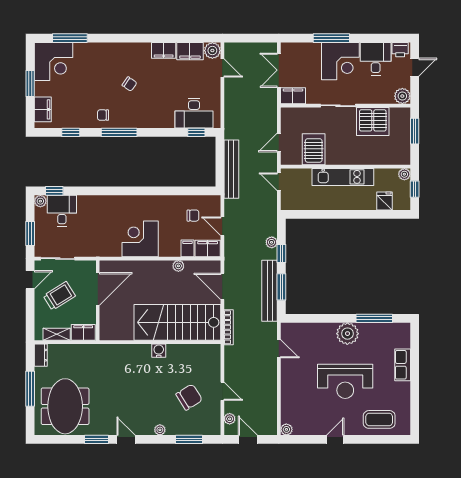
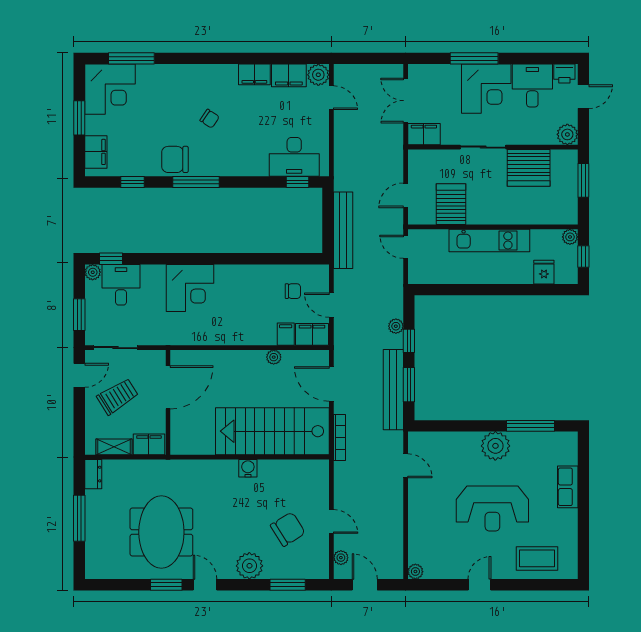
chair: (103, 115) -> (175, 159), width x1.87, depth x1.87
corner desk: (140, 239) -> (190, 288), moved, turned 180
meeting table: (65, 406) -> (161, 532), moved
plant: (160, 430) -> (249, 566), width x1.88, depth x1.88

